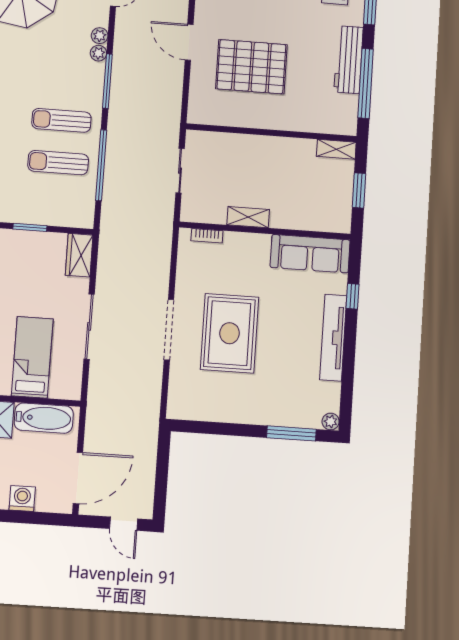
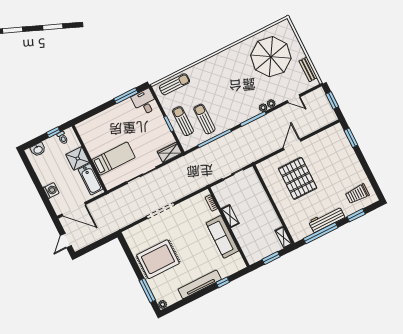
sun lounger: (61, 120) -> (183, 121), moved
sofa: (310, 254) -> (222, 237), moved
rug: (230, 333) -> (158, 259), moved

